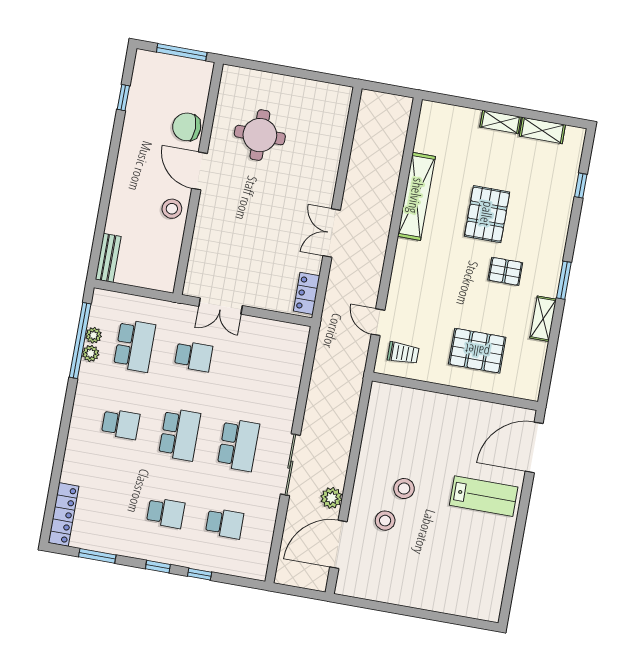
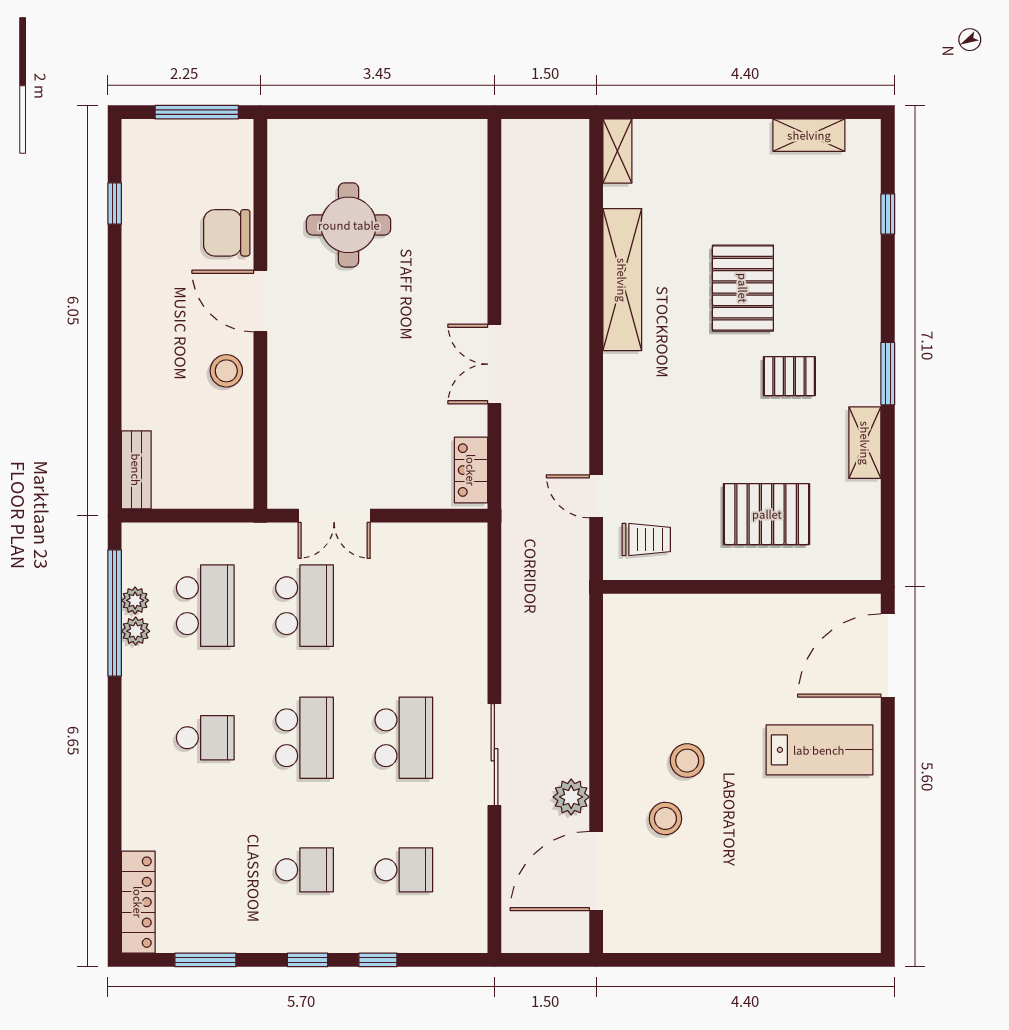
shelving: (501, 122) -> (617, 151), moved, turned 90
school desk: (193, 356) -> (305, 606), width x1.85

